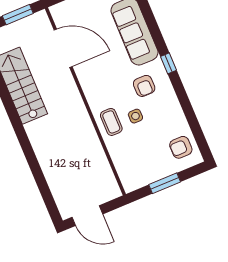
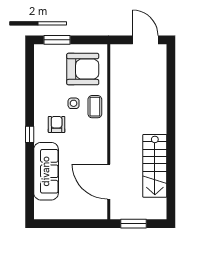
armchair: (181, 147) -> (83, 69), moved, width x1.88, depth x1.88
window: (165, 183) -> (57, 40), moved

